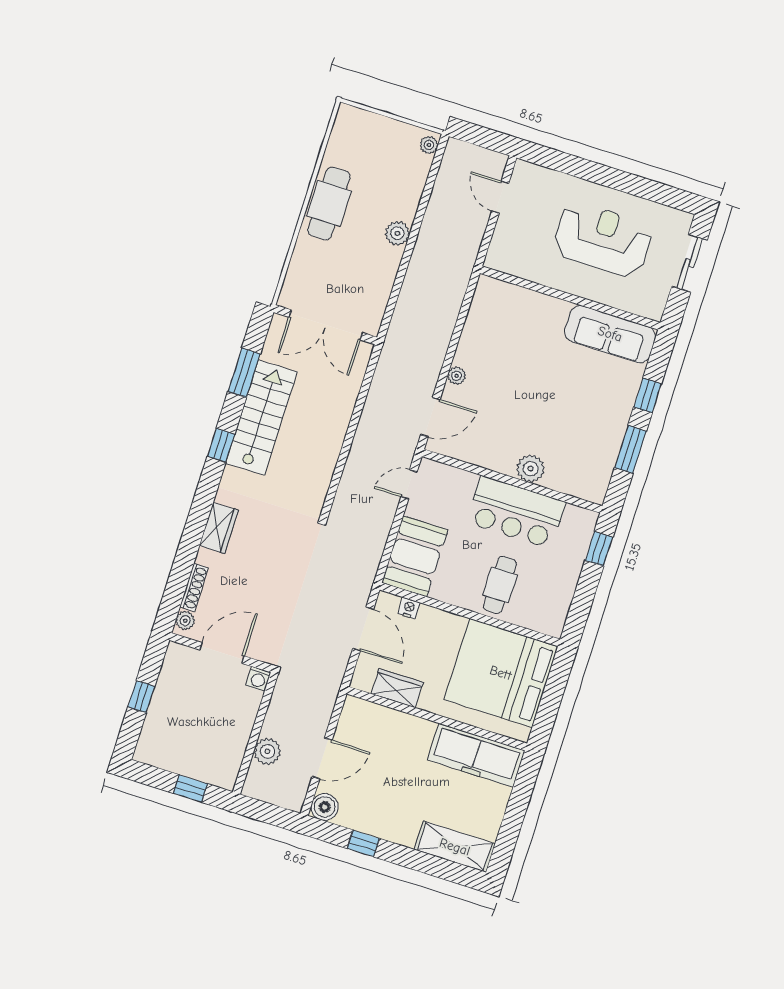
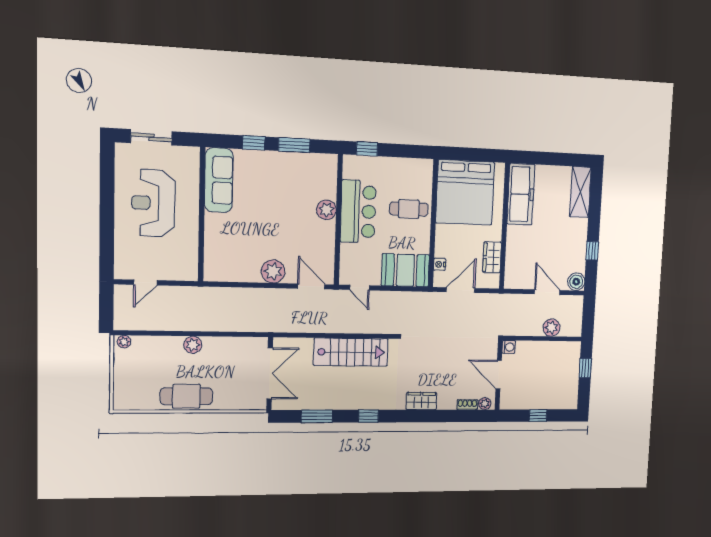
plant: (457, 376) -> (273, 271), width x1.87, depth x1.87
stairs: (261, 418) -> (351, 352), moved, turned 180
shoe rack: (194, 587) -> (467, 405), width x0.70

